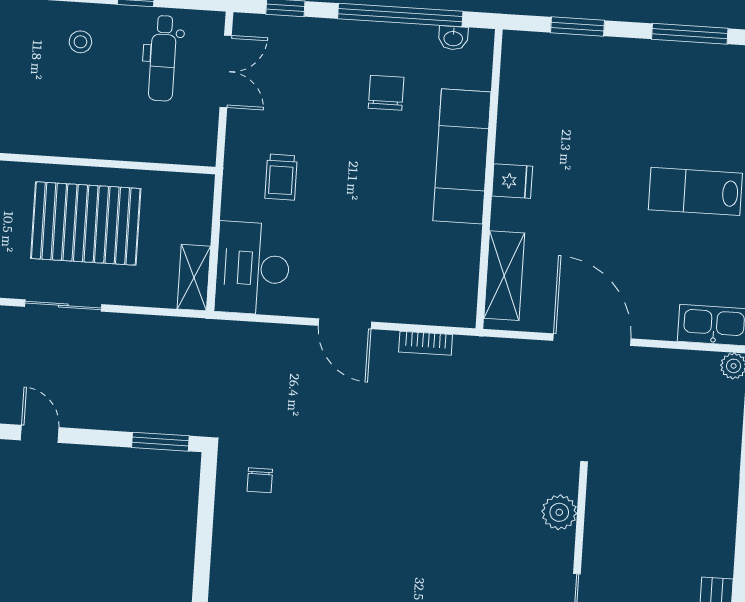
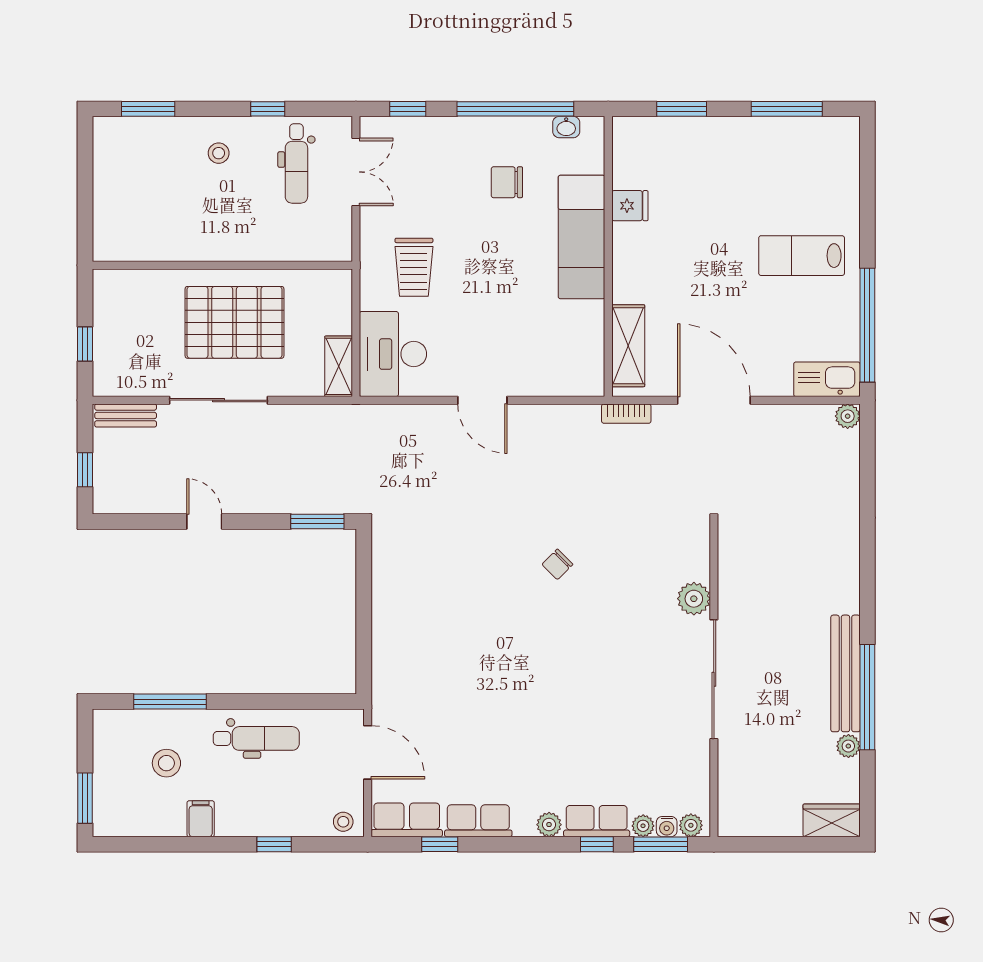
chair: (386, 93) -> (507, 182), turned -90
trolley: (281, 177) -> (414, 267), width x1.36, depth x1.39
fridge: (512, 181) -> (630, 206), moved
sliding door: (63, 306) -> (218, 400), width x1.37
bookcase: (426, 343) -> (626, 414), moved
chair: (260, 480) -> (557, 564), moved, turned 45
plant: (559, 512) -> (694, 599), moved

